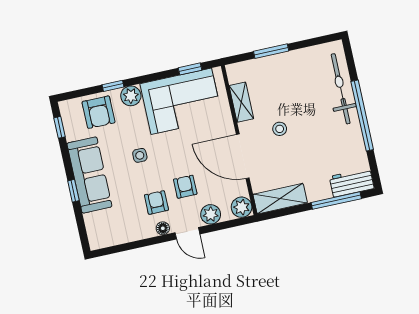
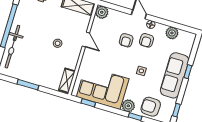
window: (271, 51) -> (28, 85), moved
shelving: (241, 102) -> (67, 81), moved
armchair: (99, 112) -> (151, 107), turned -88
door: (243, 156) -> (86, 40), width x0.53
plant: (211, 214) -> (172, 33), moved

